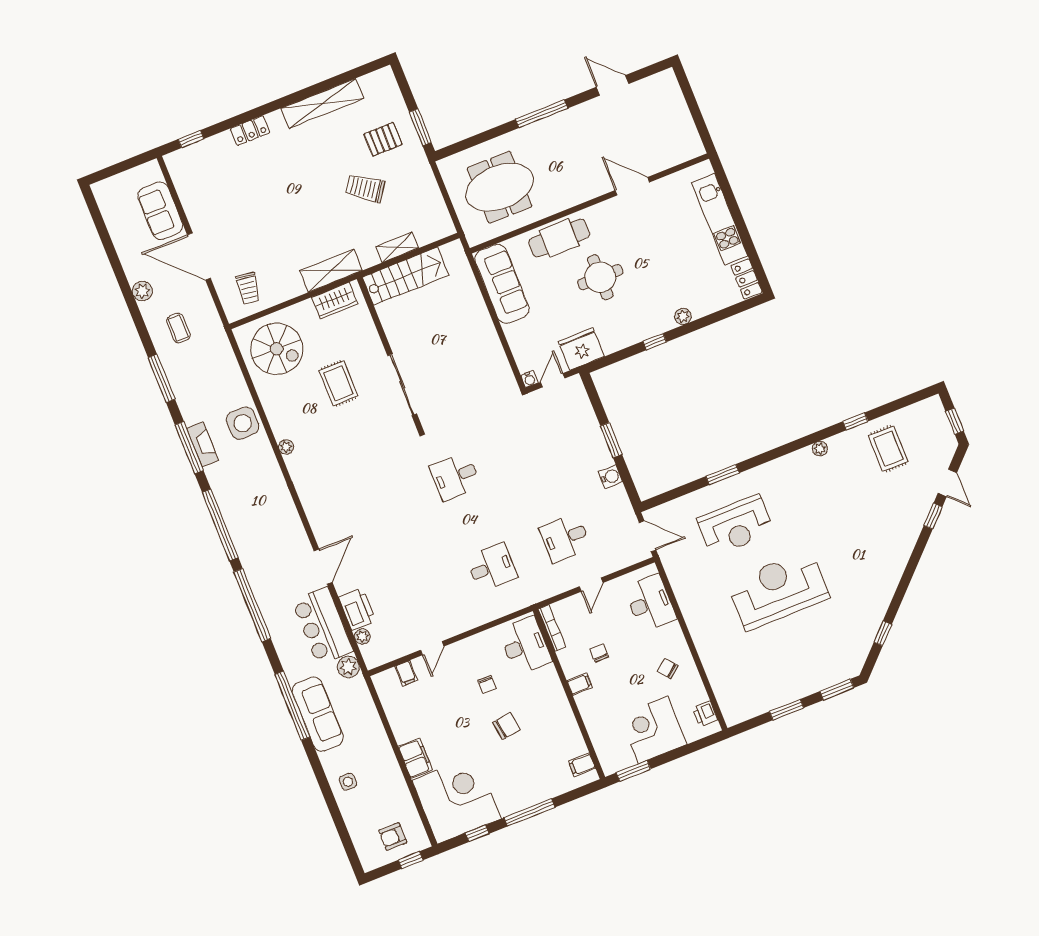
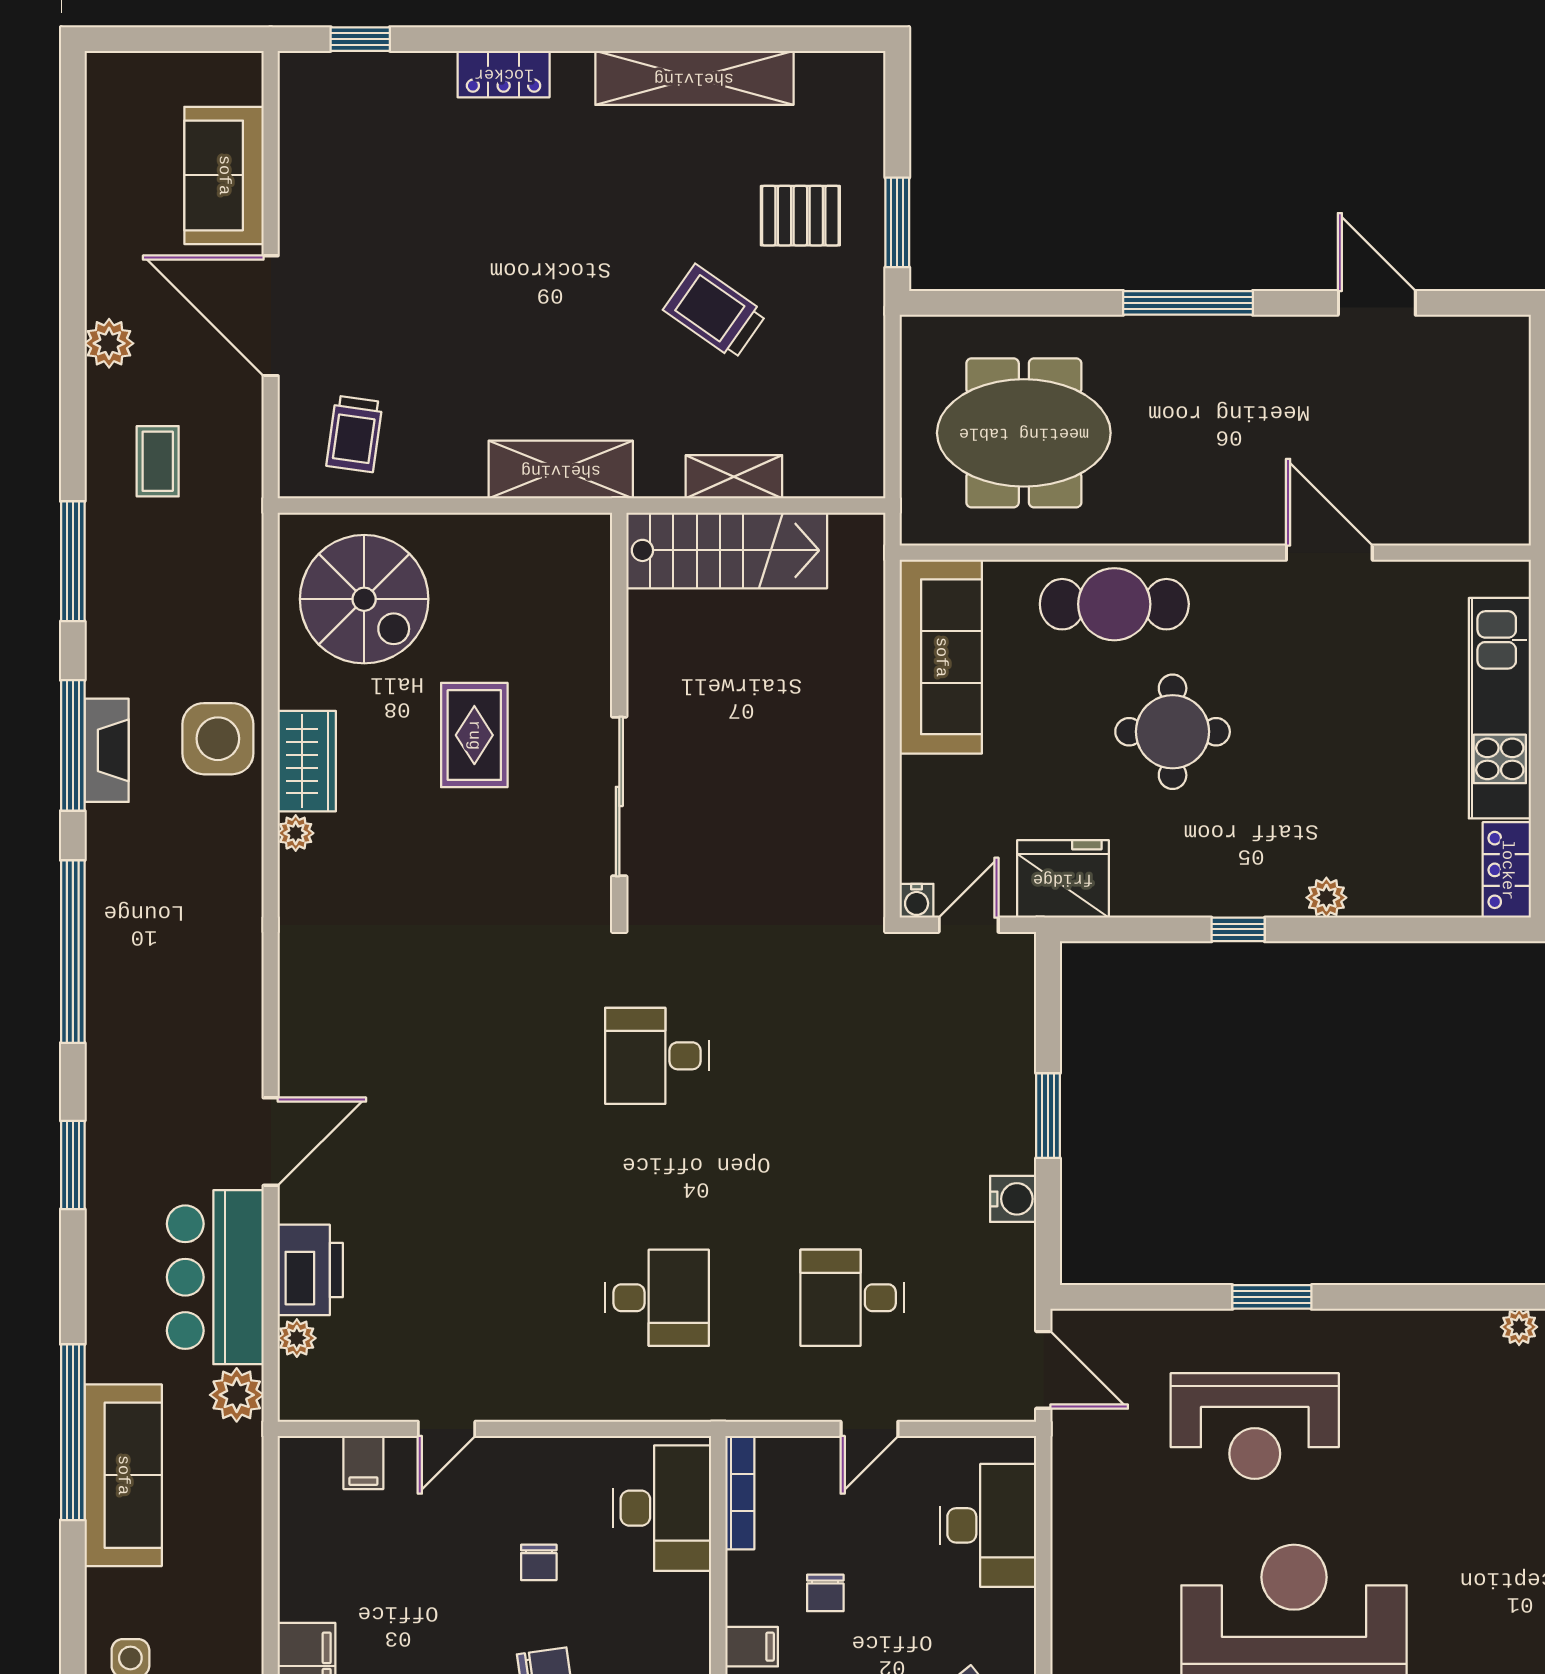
wardrobe: (335, 301) -> (307, 761), moved, turned -90
window: (252, 605) -> (73, 1165), width x0.47
chair: (599, 653) -> (825, 1593), turned 180

